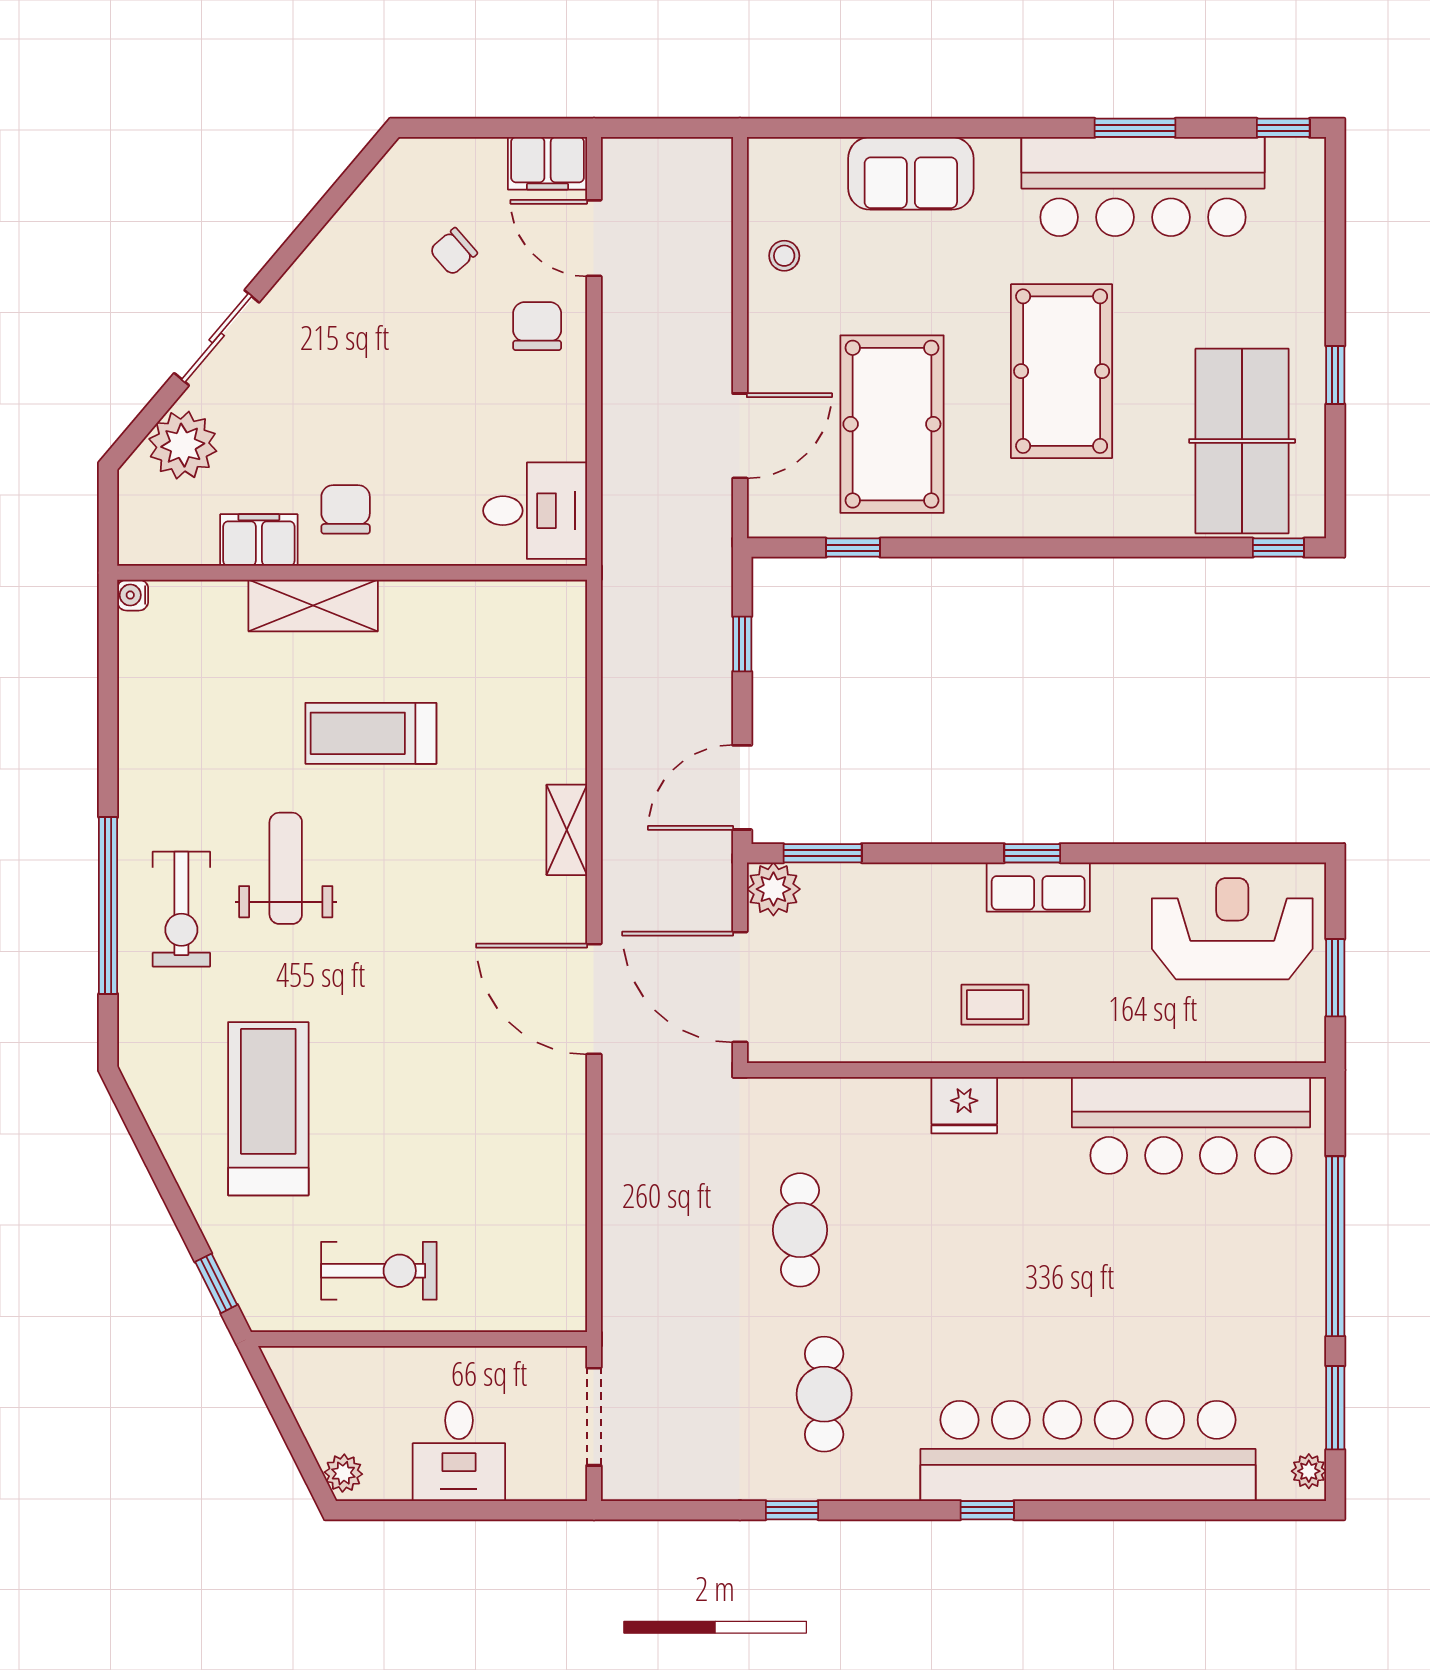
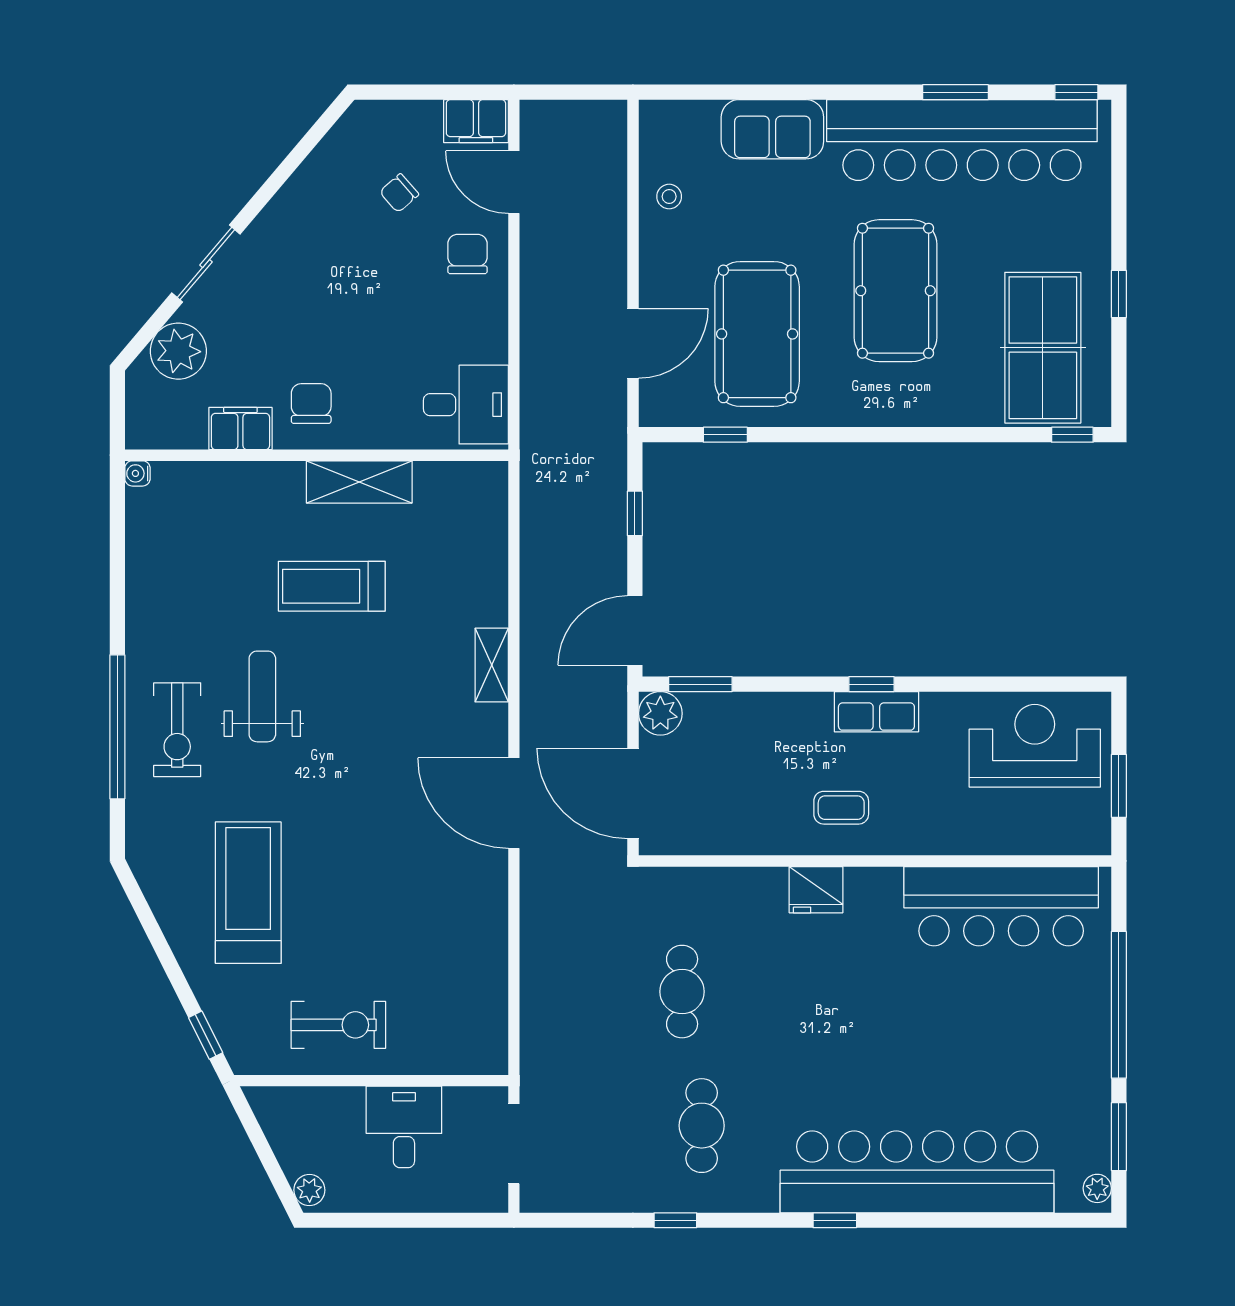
bar counter: (1143, 187) -> (962, 140), width x1.36
shelving: (313, 605) -> (359, 482), moved
desk: (459, 1451) -> (404, 1127), moved, turned 180

